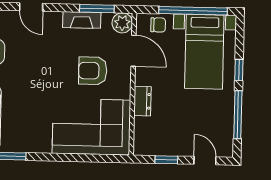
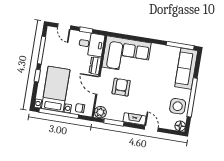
fireplace: (82, 20) -> (135, 119), moved
door: (134, 51) -> (98, 85), moved
armchair: (93, 71) -> (121, 87), turned -90
desk: (154, 137) -> (91, 44), added

